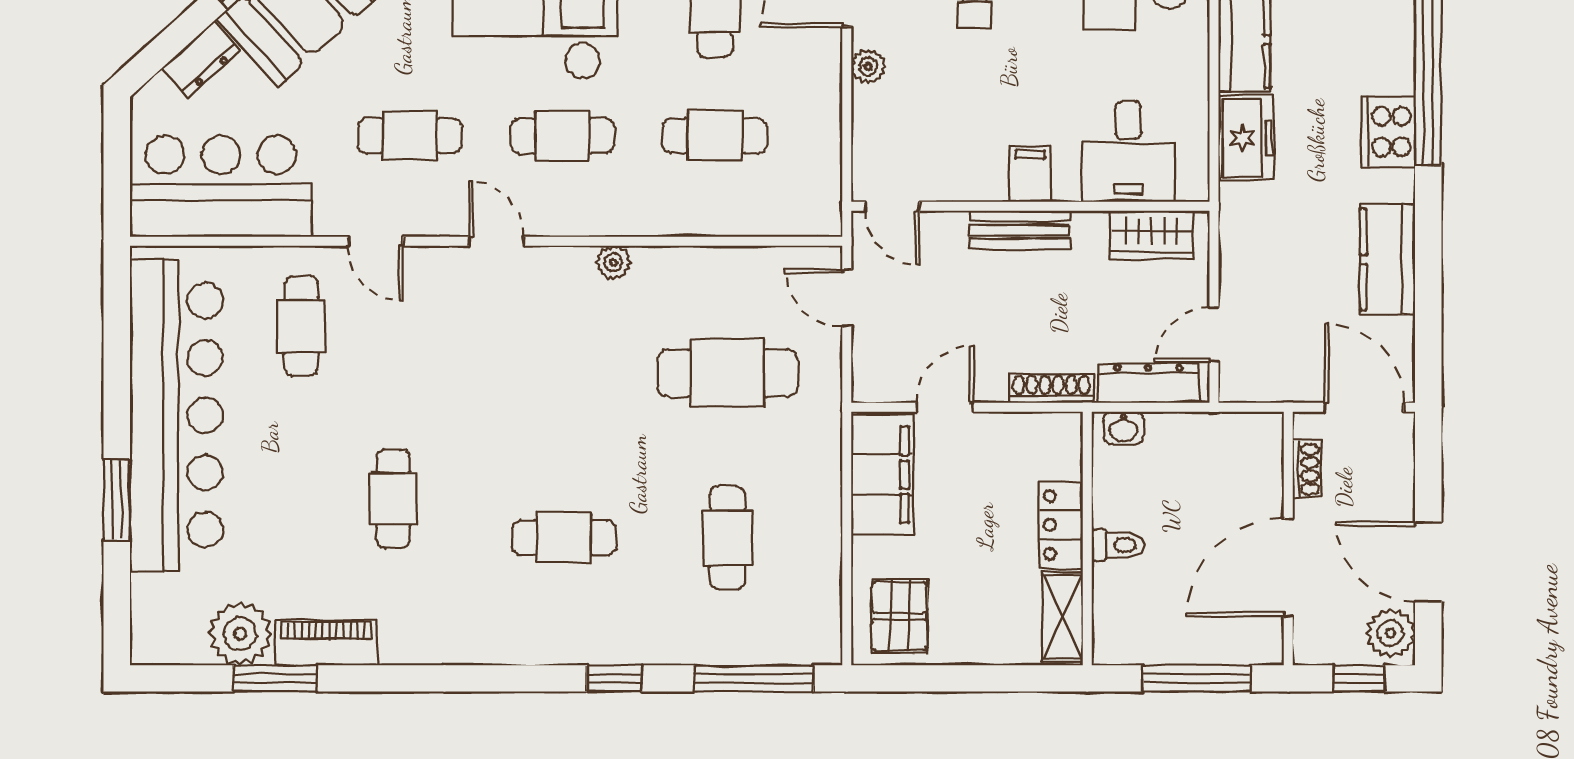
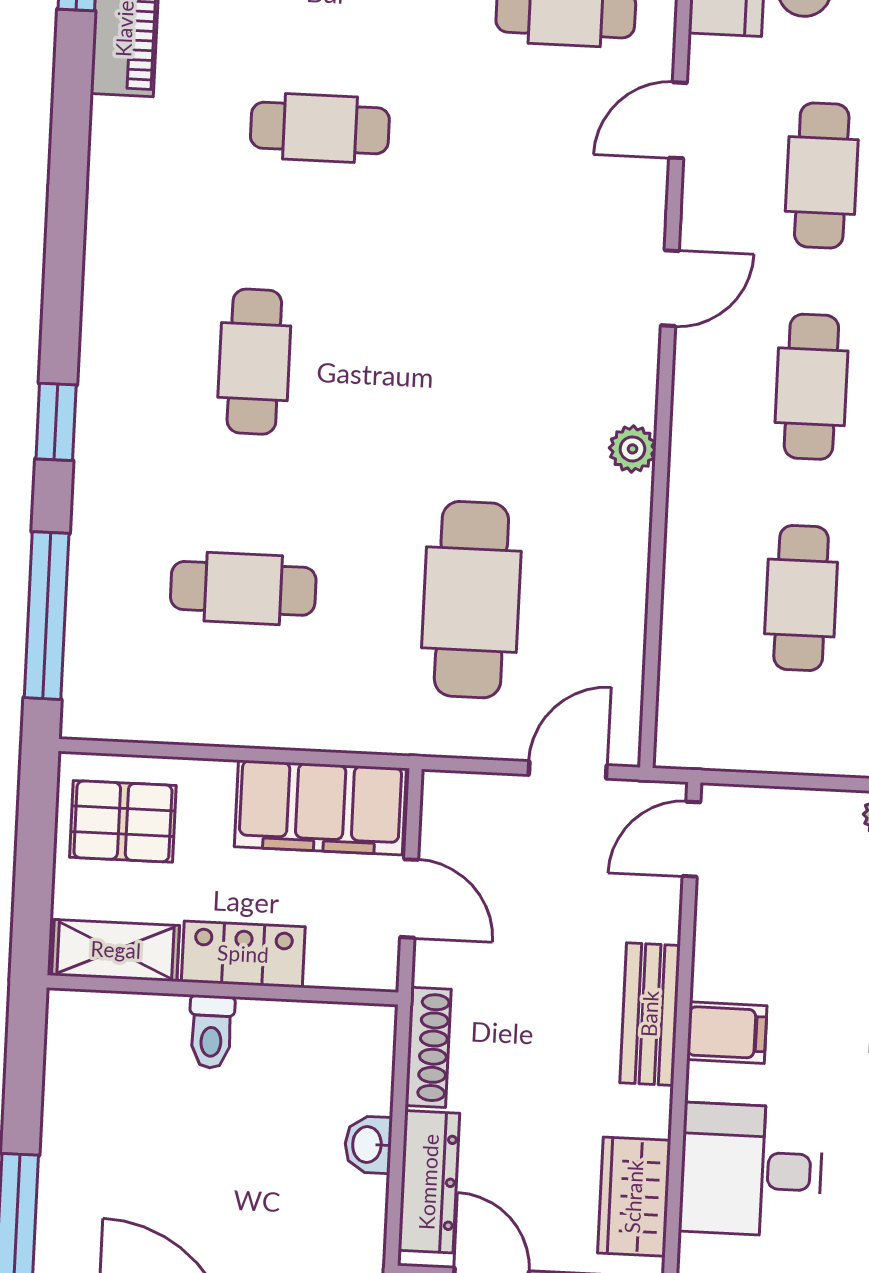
locker: (1061, 525) -> (243, 954), moved
wall: (1087, 538) -> (223, 990), moved
toilet: (1118, 545) -> (211, 1032), moved
shelving: (1063, 617) -> (116, 950), moved

